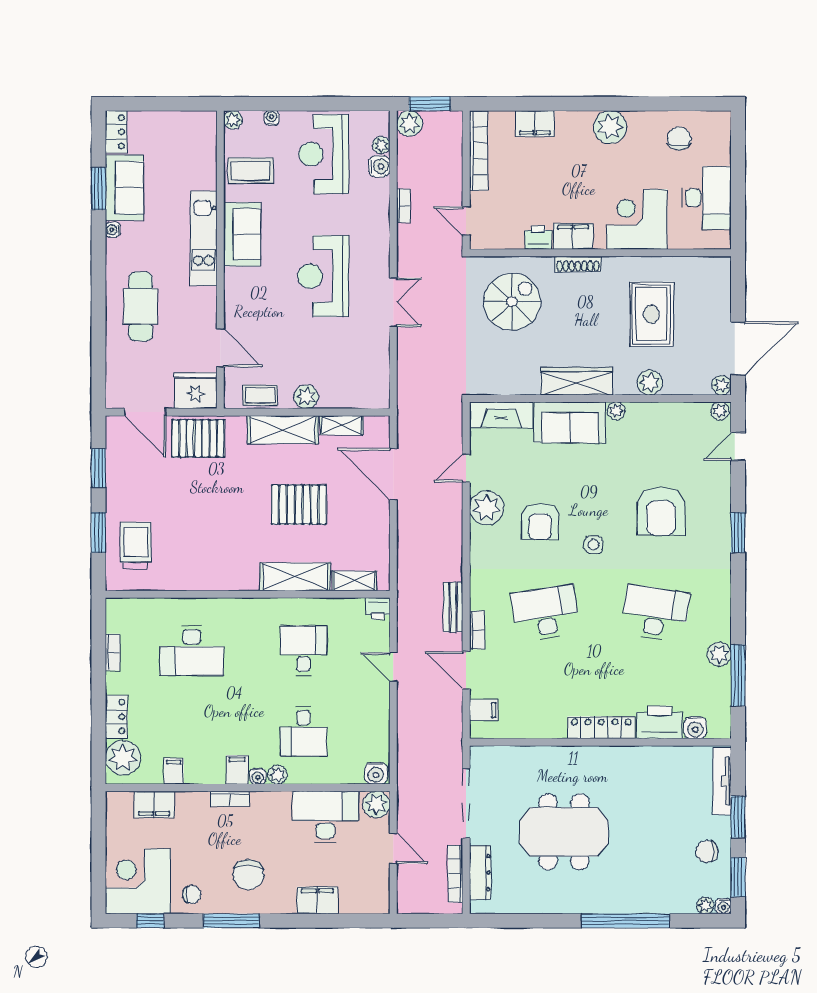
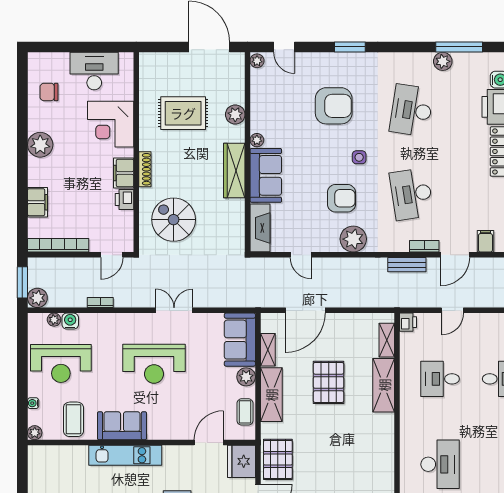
plant: (722, 385) -> (237, 60), removed
sofa: (355, 389) -> (240, 340), added
plant: (487, 508) -> (353, 239), moved

